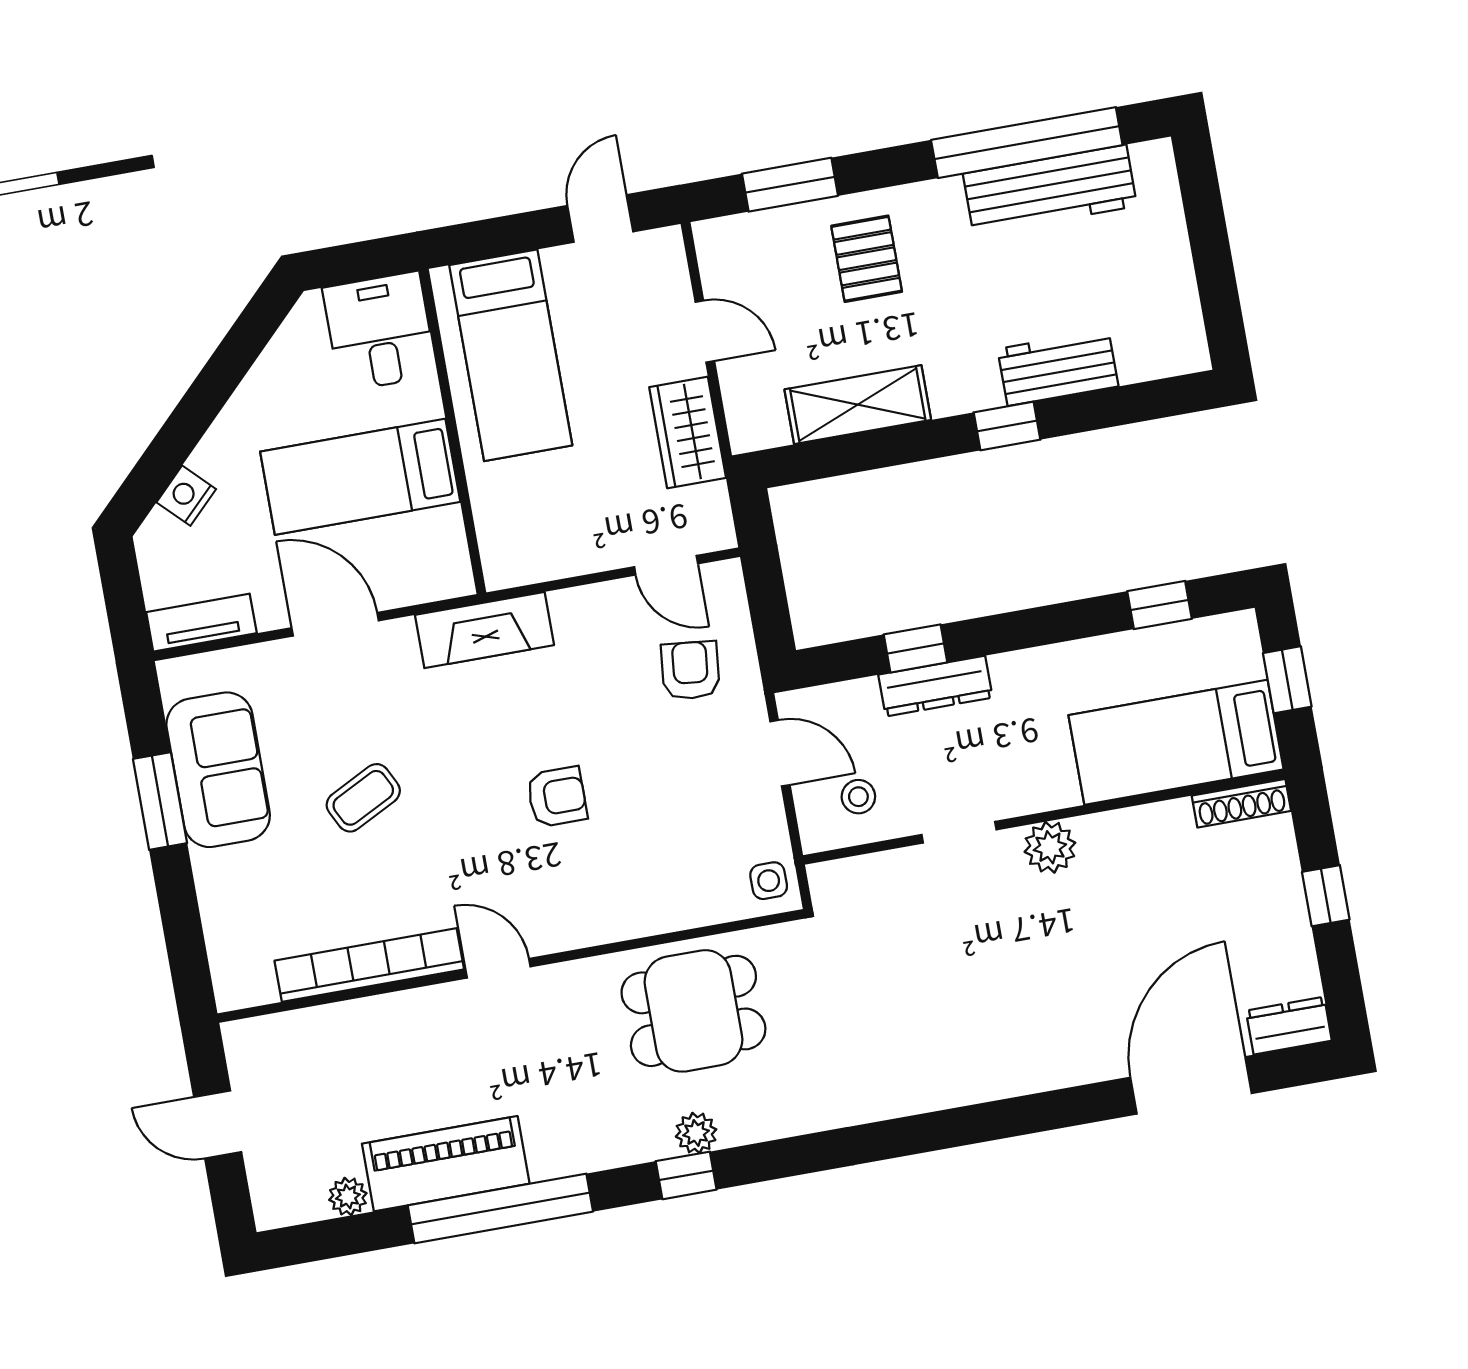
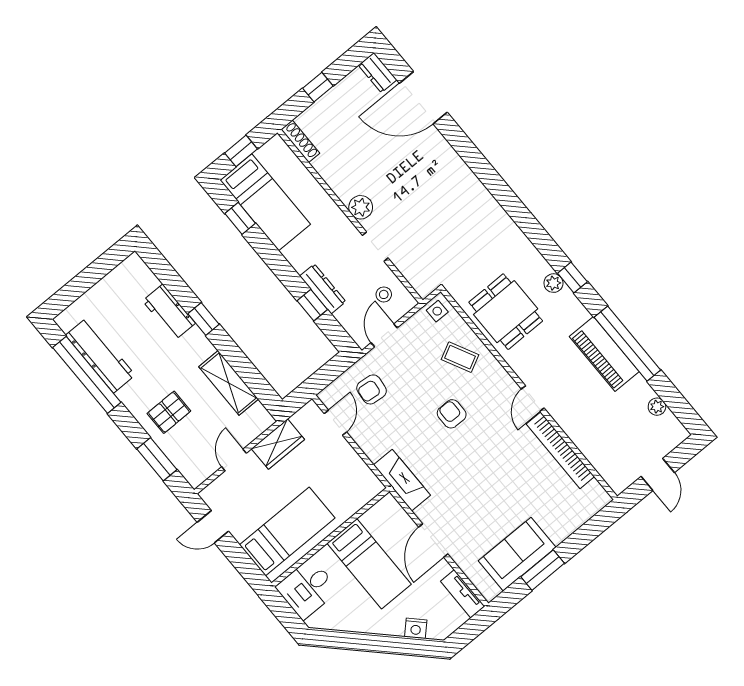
bed: (1176, 742) -> (265, 202), moved
coffee table: (363, 798) -> (460, 357), moved
piano: (446, 1164) -> (604, 354), moved

